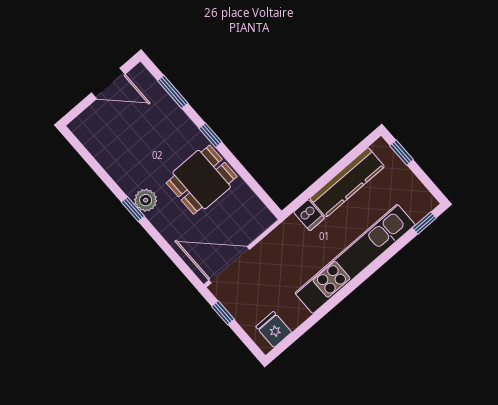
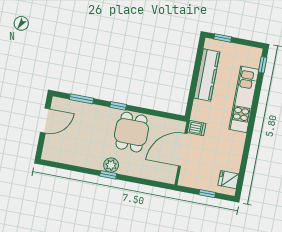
dishwasher: (309, 215) -> (197, 128), moved
kitchen unit: (355, 259) -> (244, 99), width x0.73
door: (229, 265) -> (183, 150), moved
window: (223, 313) -> (207, 194), moved

